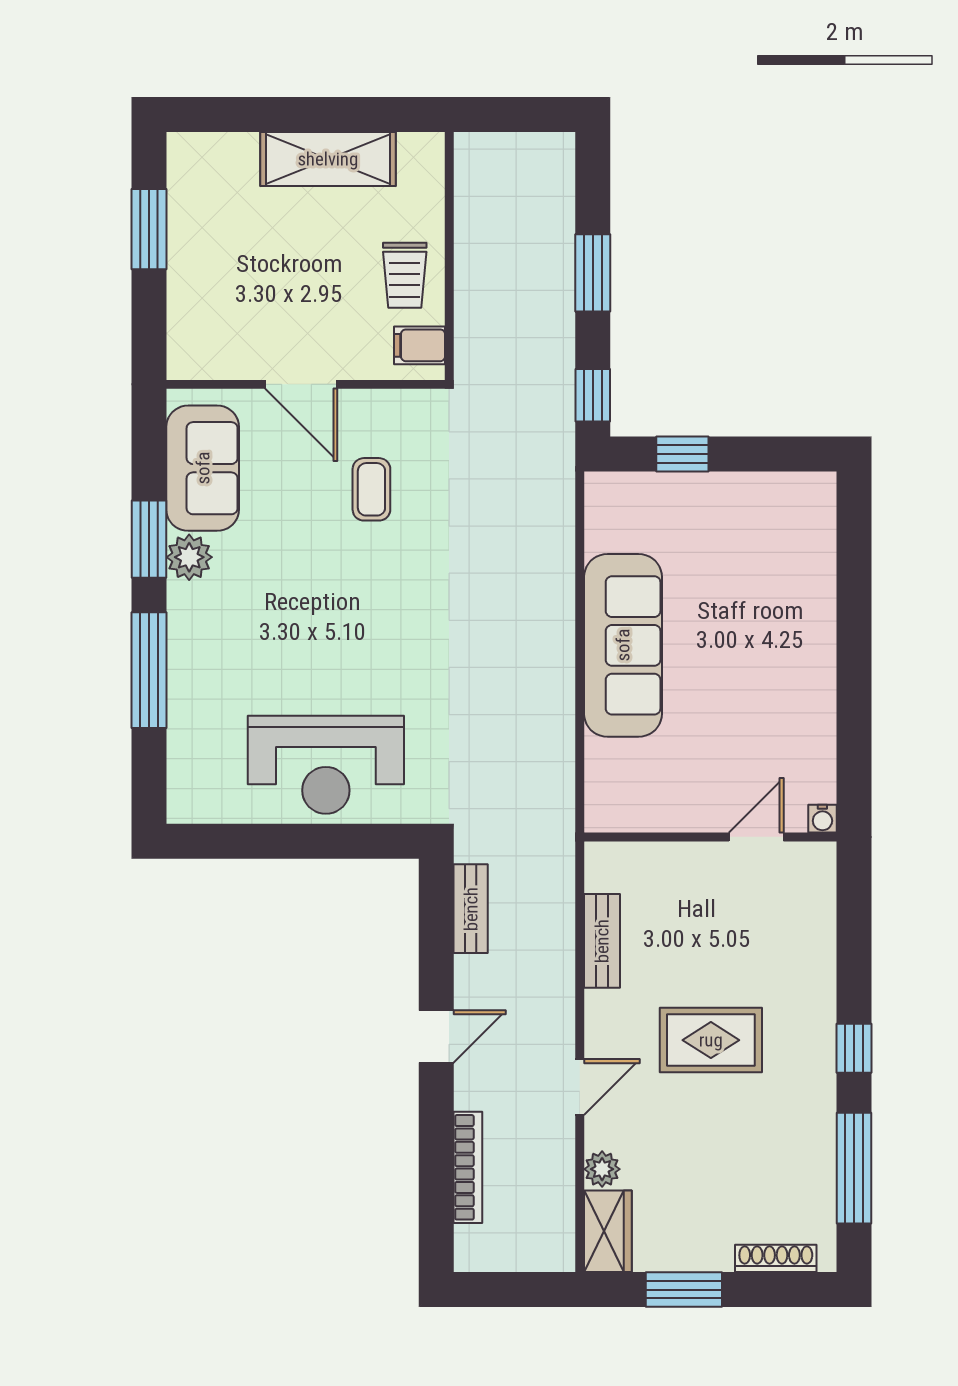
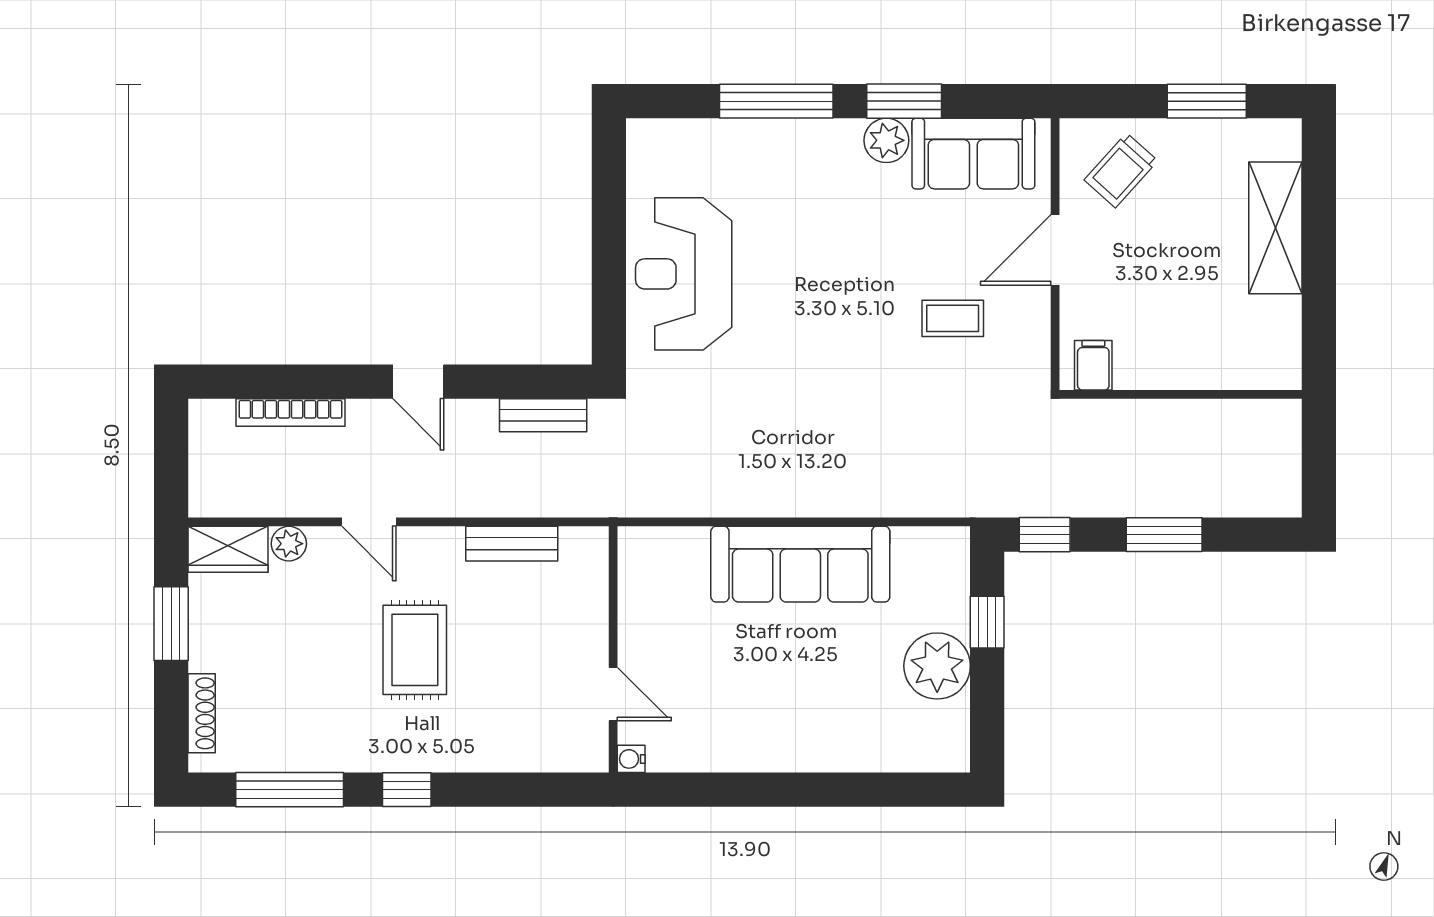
shelving: (328, 159) -> (1275, 228), moved
trolley: (405, 275) -> (1121, 170), moved, turned -48
plant: (727, 505) -> (937, 666), added

